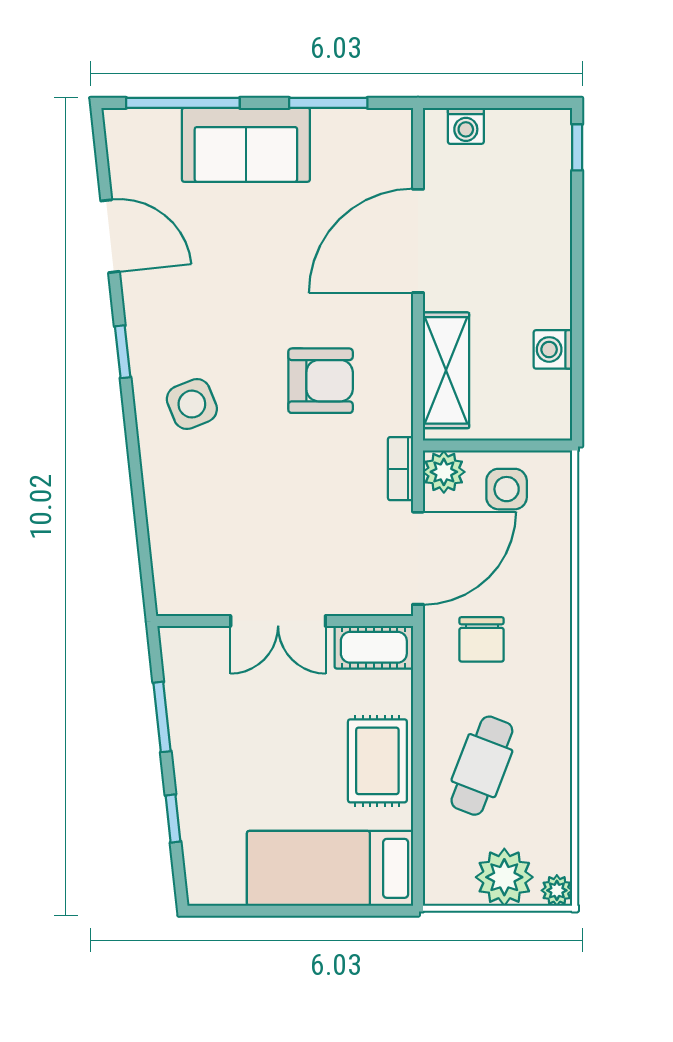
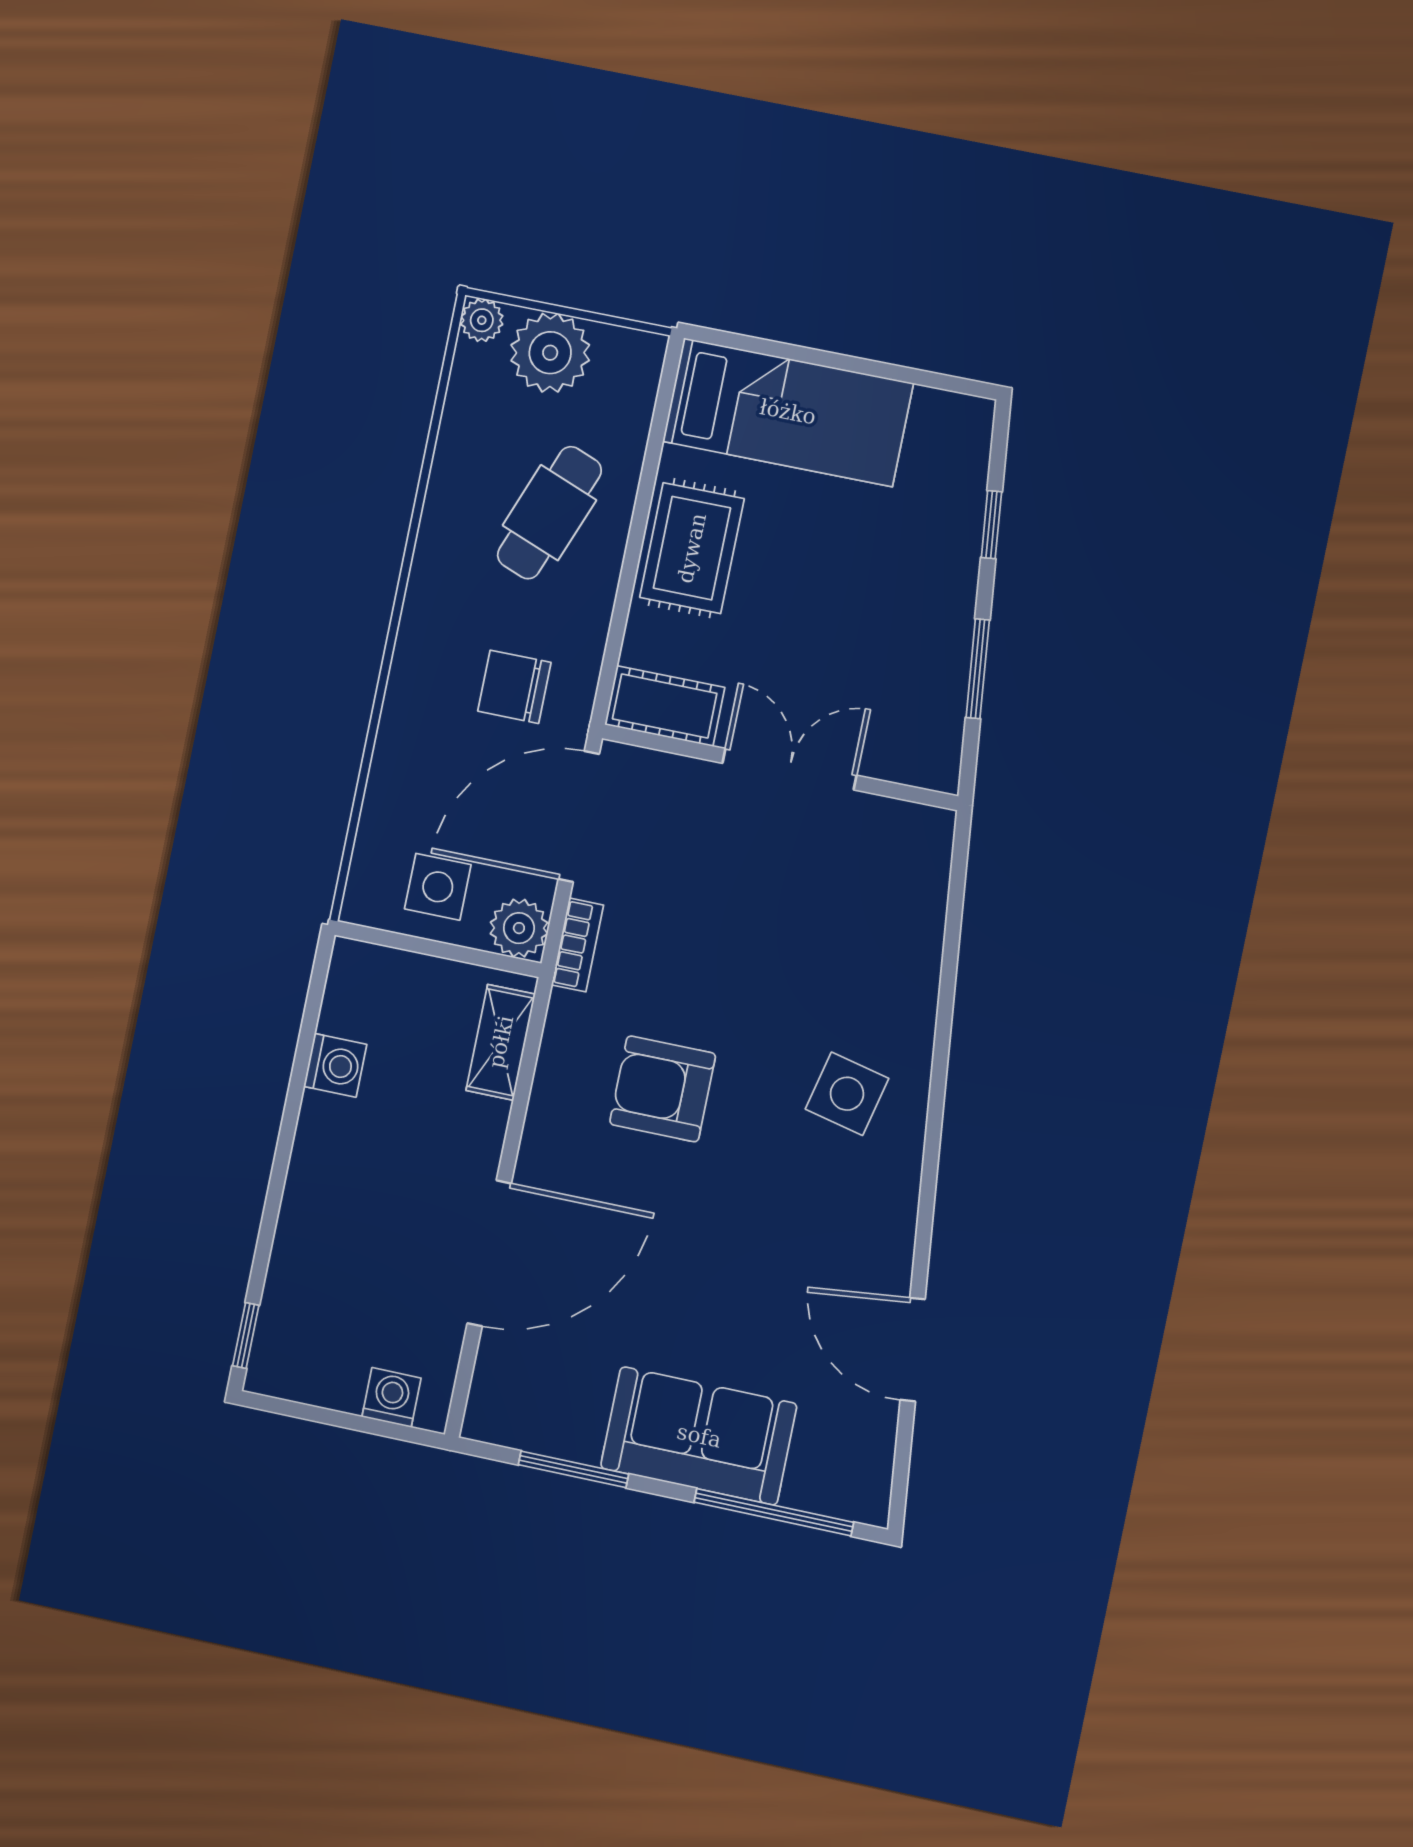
window: (123, 352) -> (928, 1186), removed
shelving: (446, 370) -> (501, 1042), width x0.67, depth x0.75
side table: (192, 404) -> (847, 1094), turned 35
chair: (482, 639) -> (514, 687), turned -90

